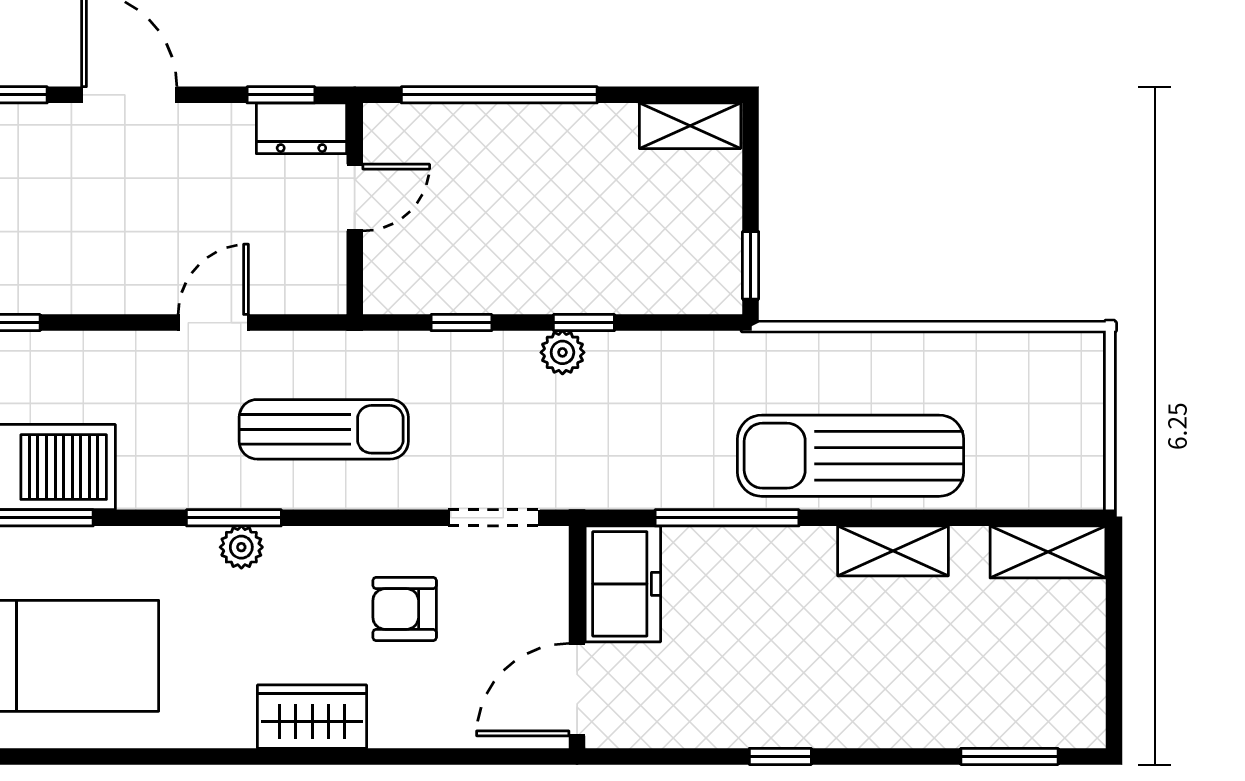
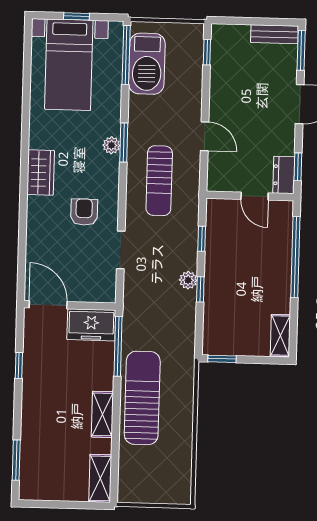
freezer: (623, 584) -> (91, 325), moved
wall: (577, 637) -> (70, 305), moved
door: (577, 690) -> (48, 305), moved

